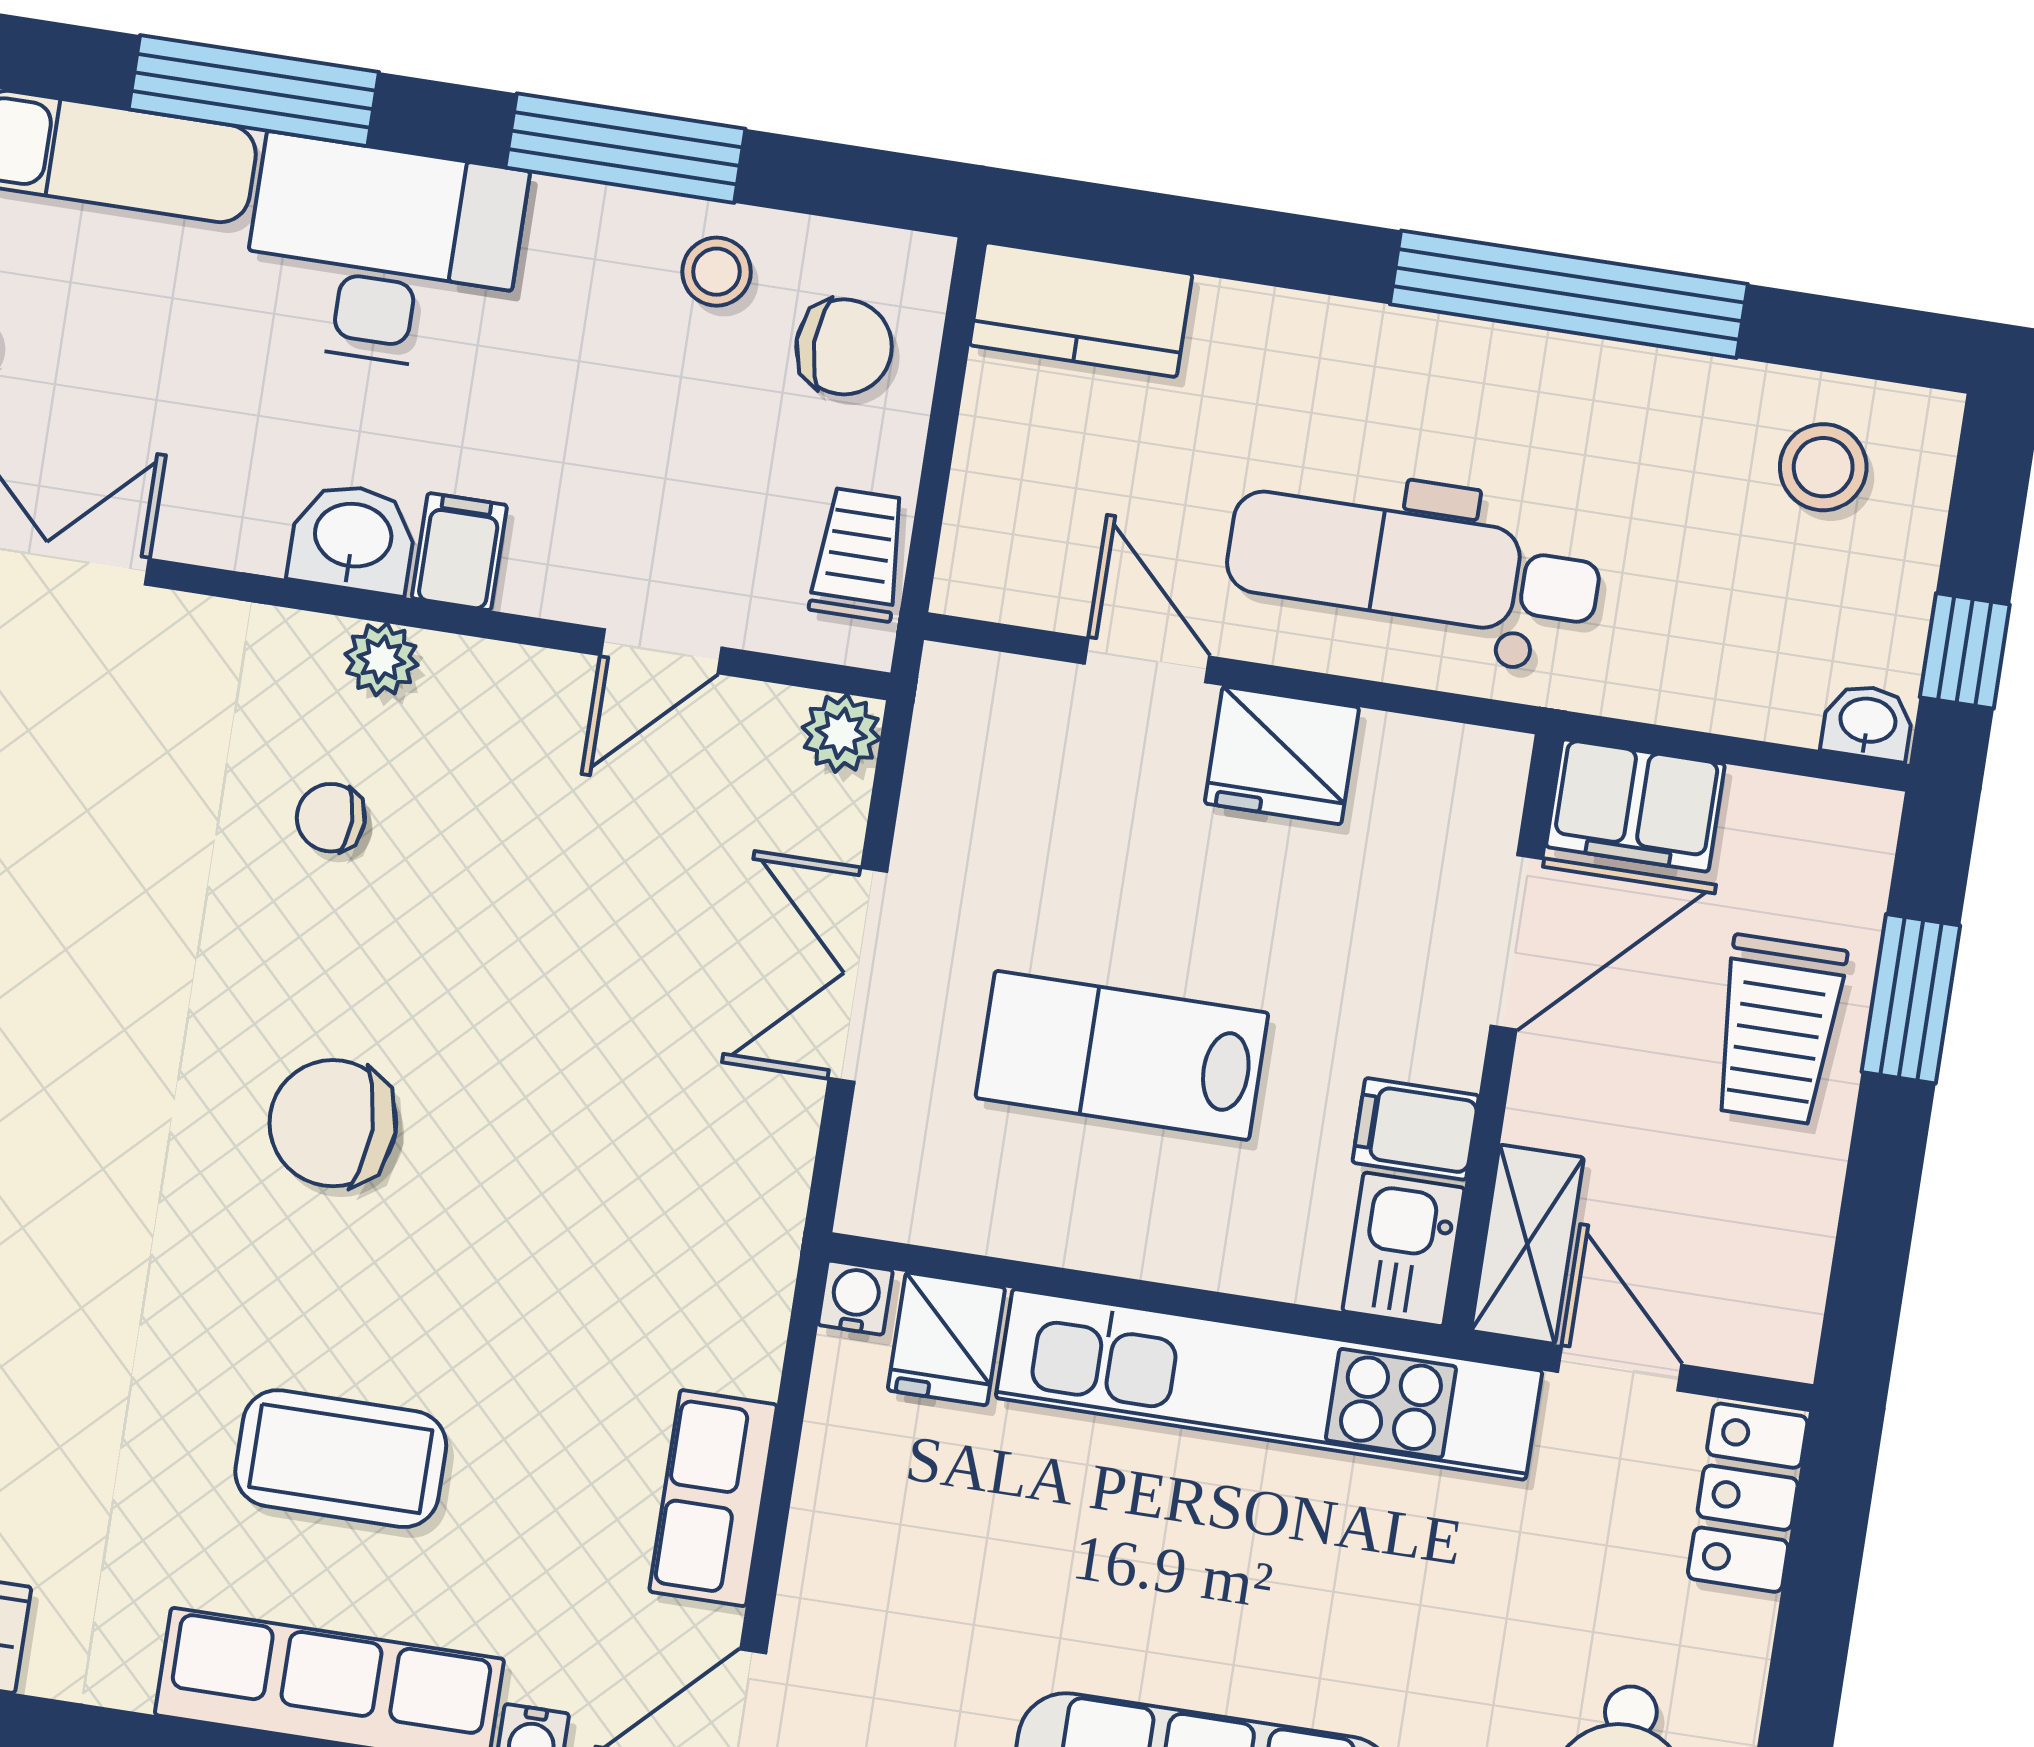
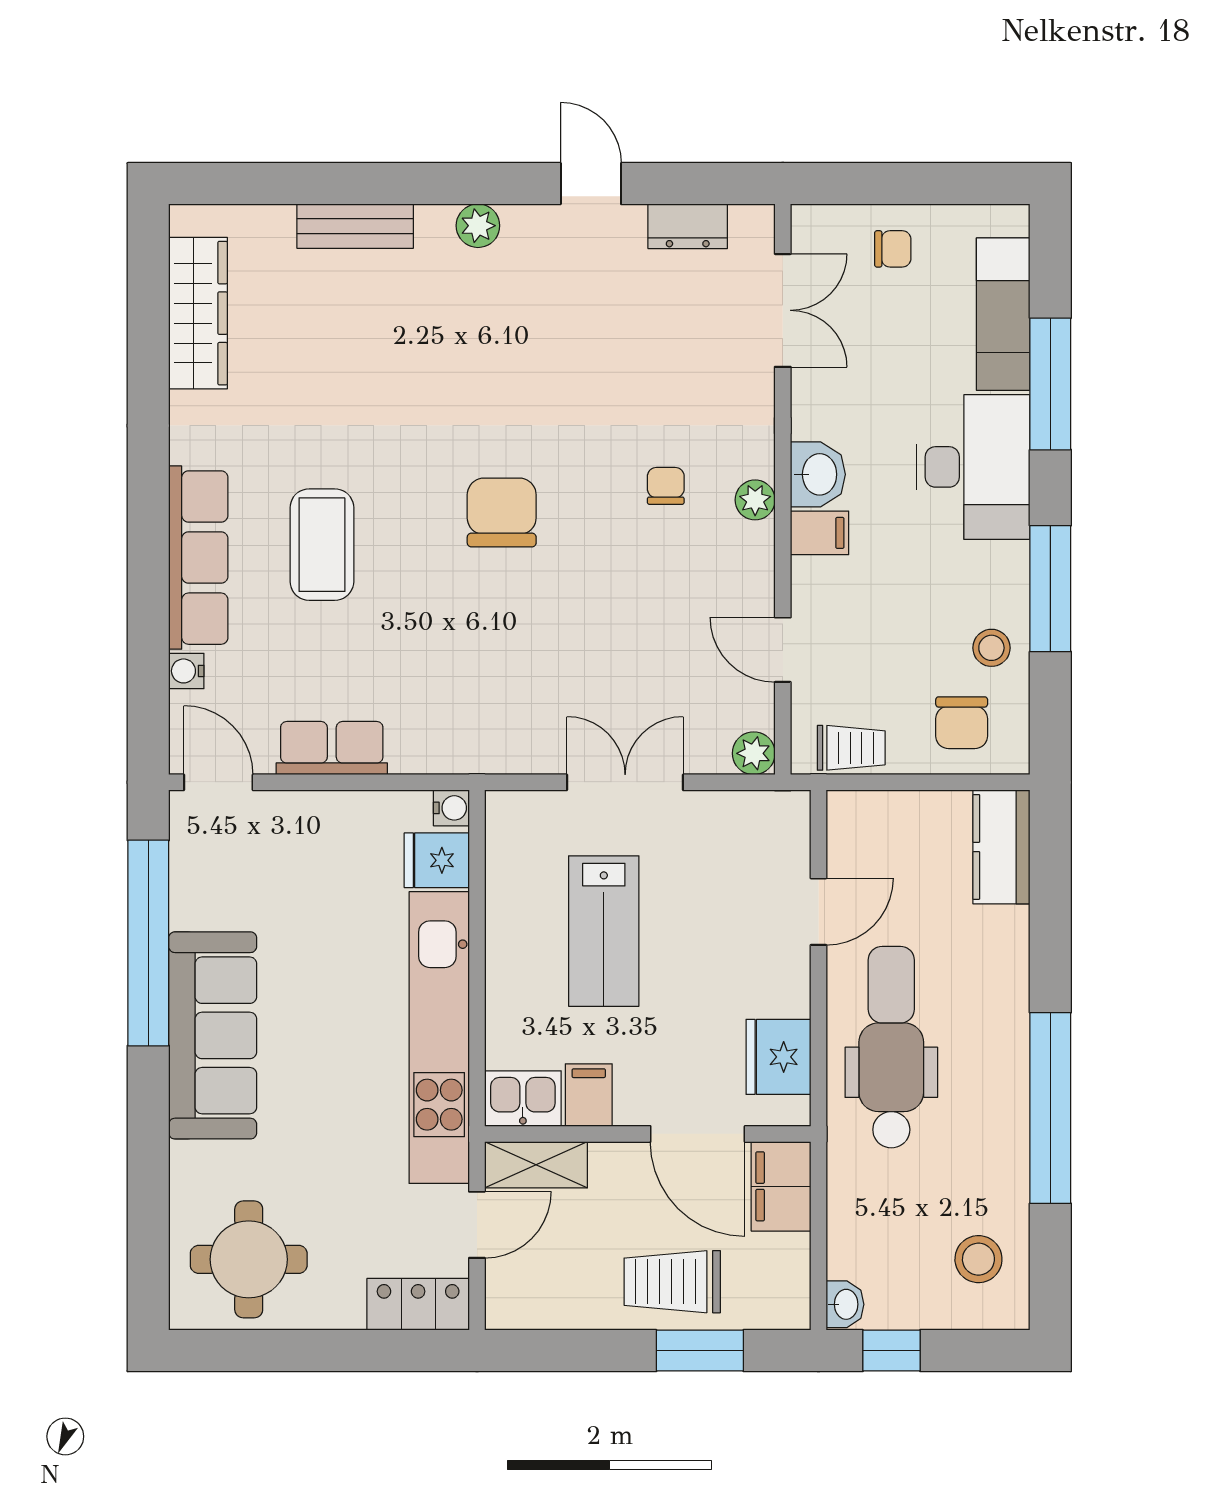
fridge: (1282, 755) -> (778, 1057), moved
lab bench: (1122, 1055) -> (604, 931), turned 180

